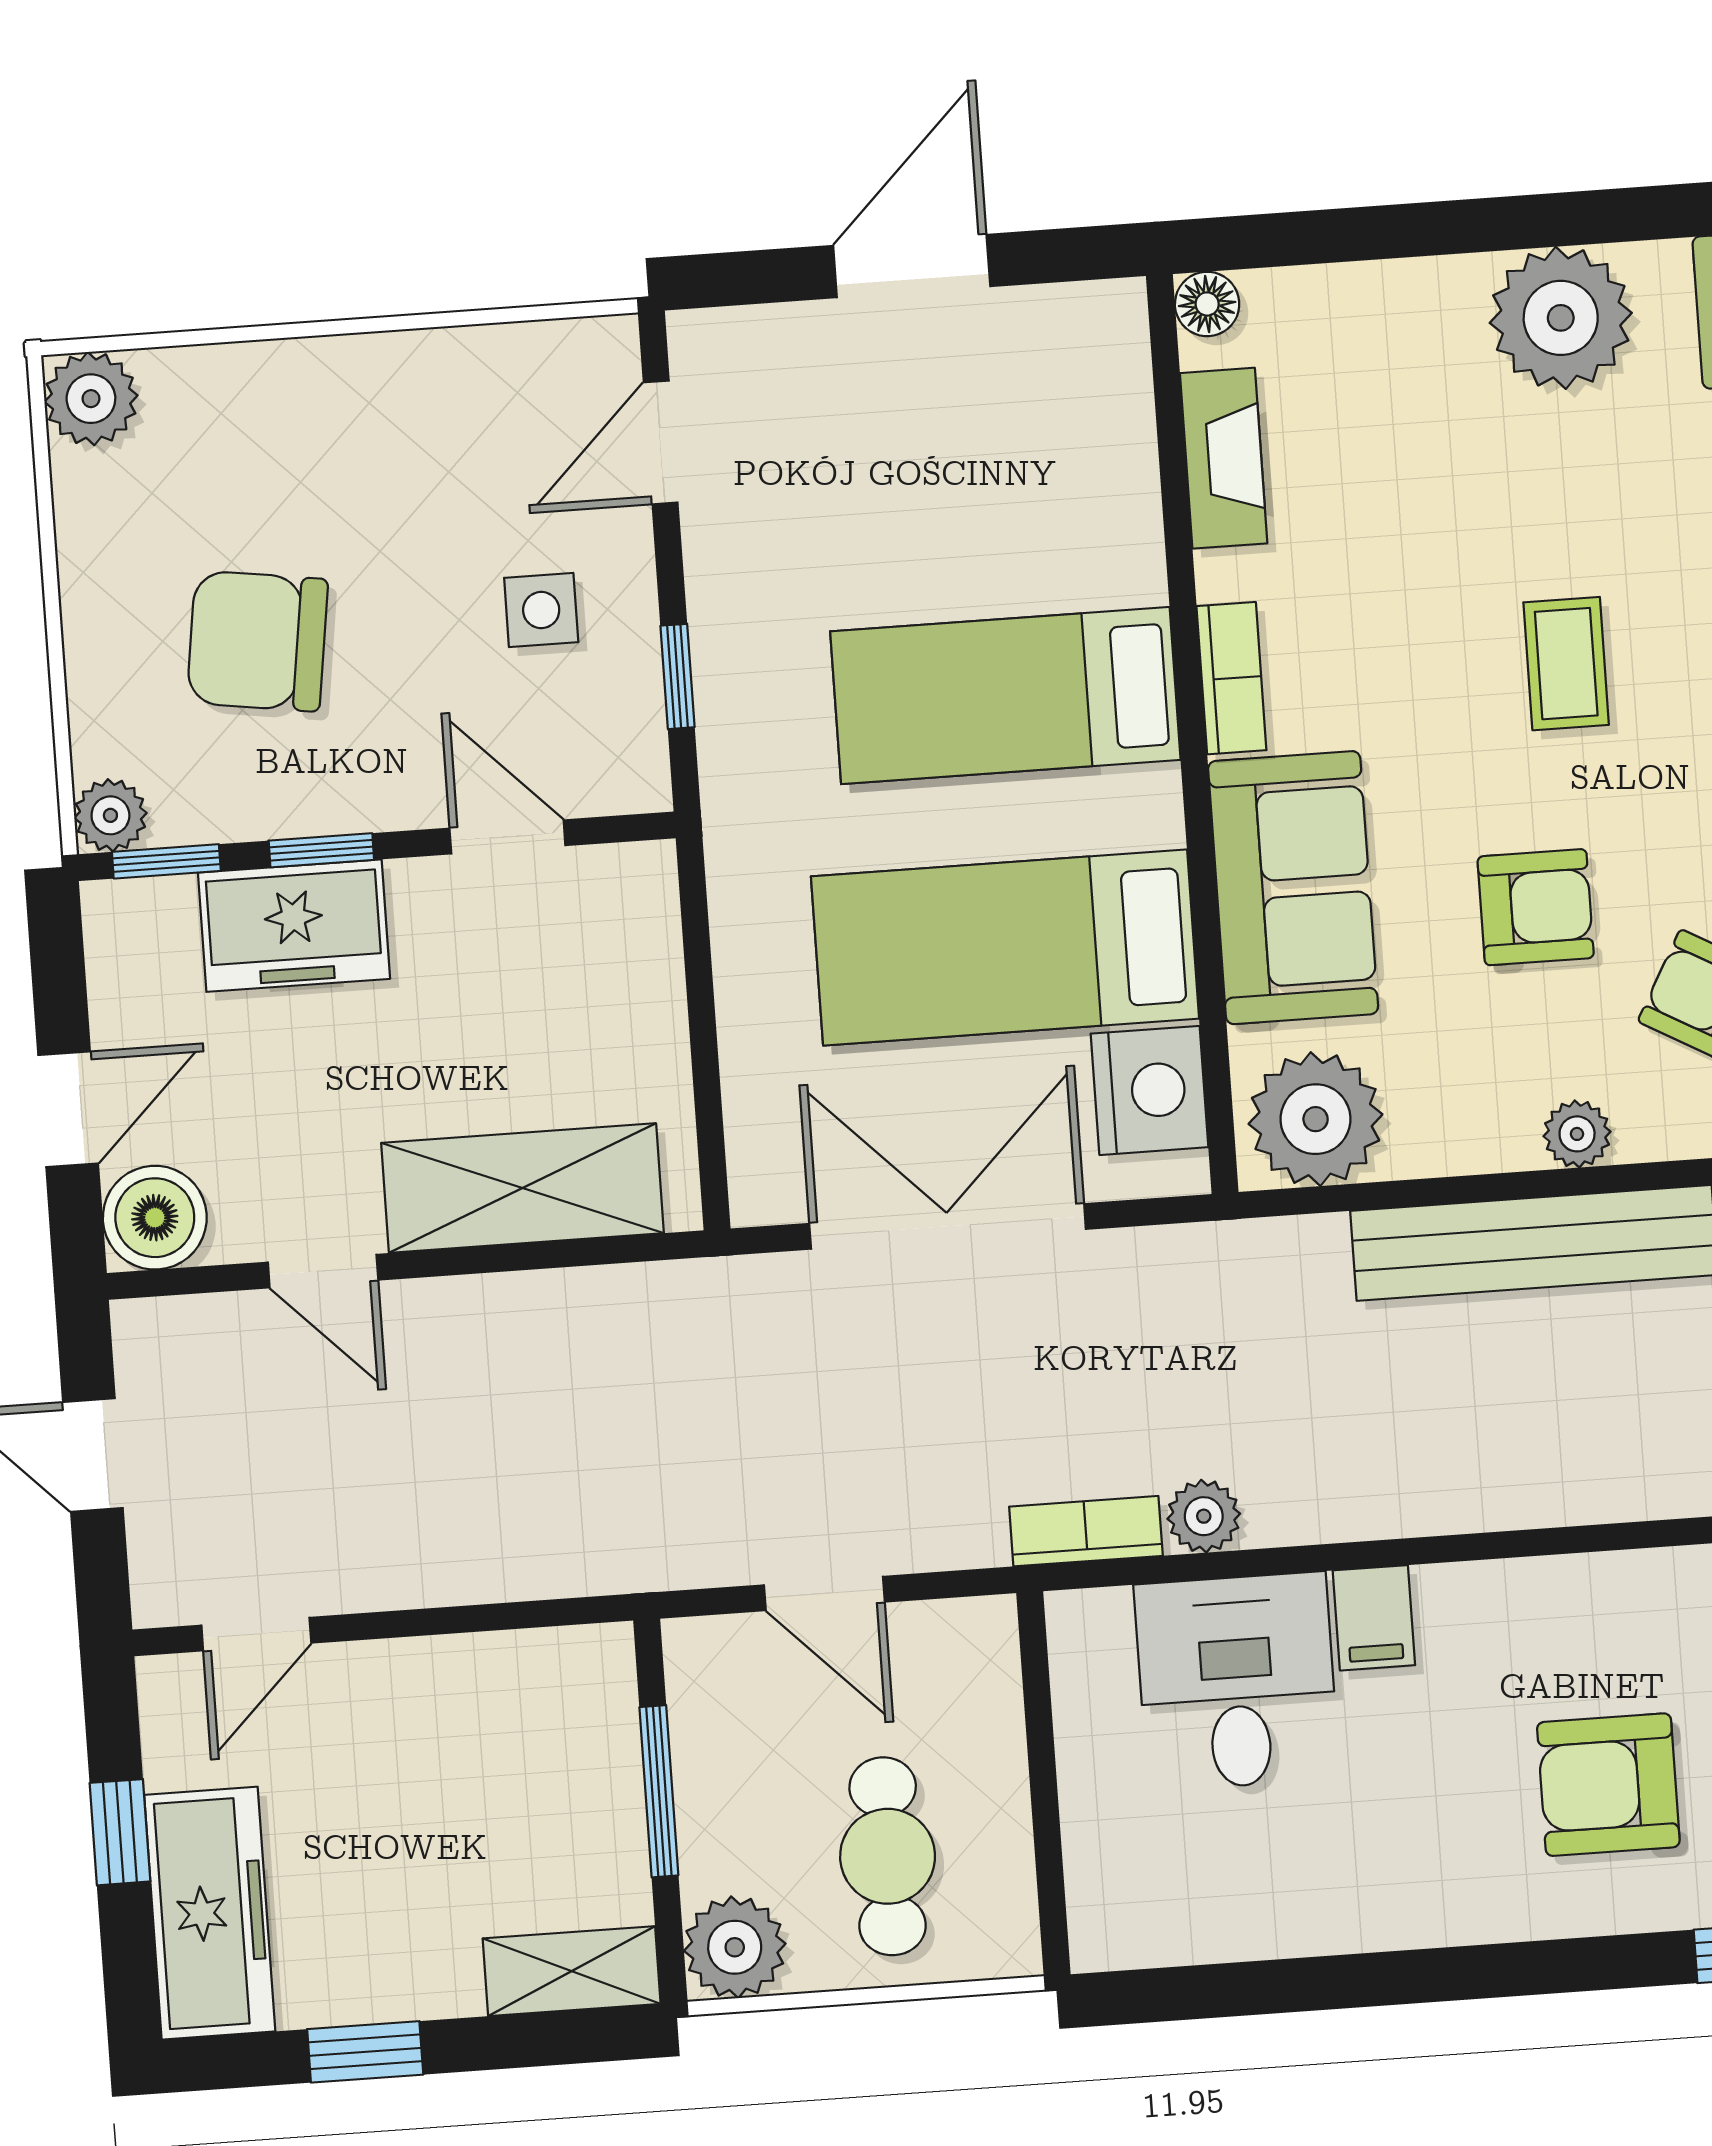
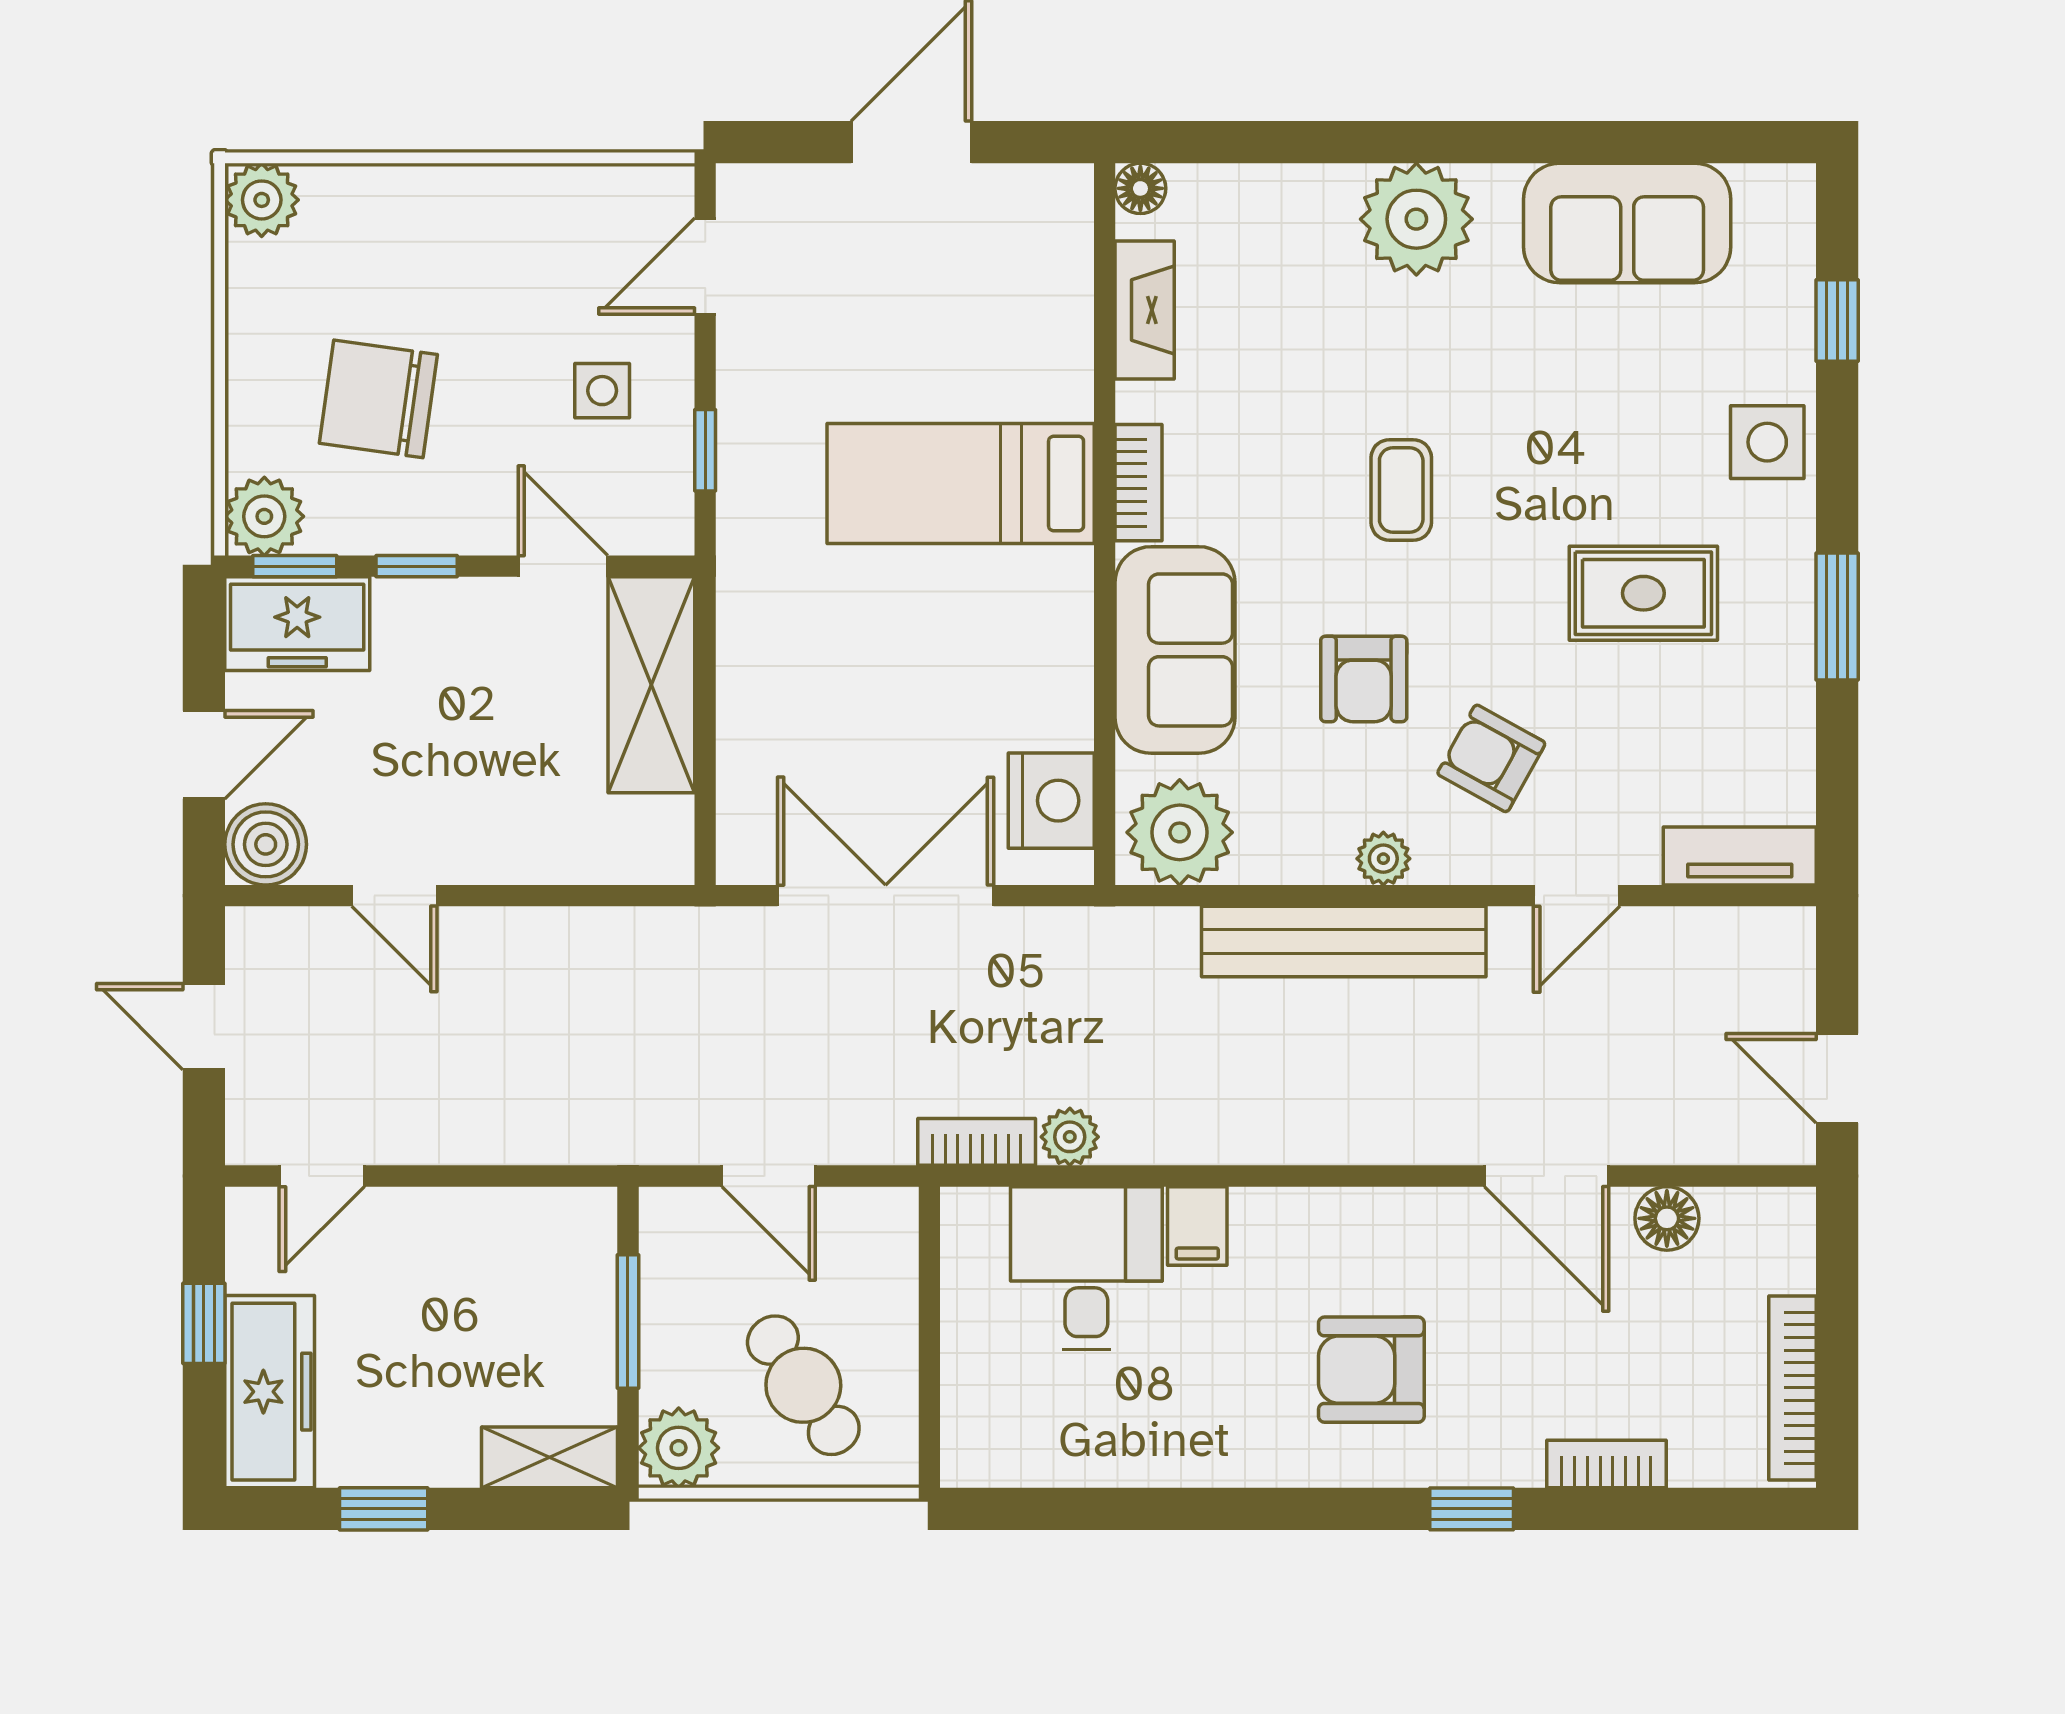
plant: (110, 815) -> (264, 516), width x1.38, depth x1.38
armchair: (1536, 907) -> (1364, 679), turned 90
freezer: (294, 926) -> (297, 624), moved
bed: (1005, 947) -> (946, 681), removed
shelving: (523, 1188) -> (651, 685), moved, turned 90
cafe table: (888, 1856) -> (803, 1385), turned -34

